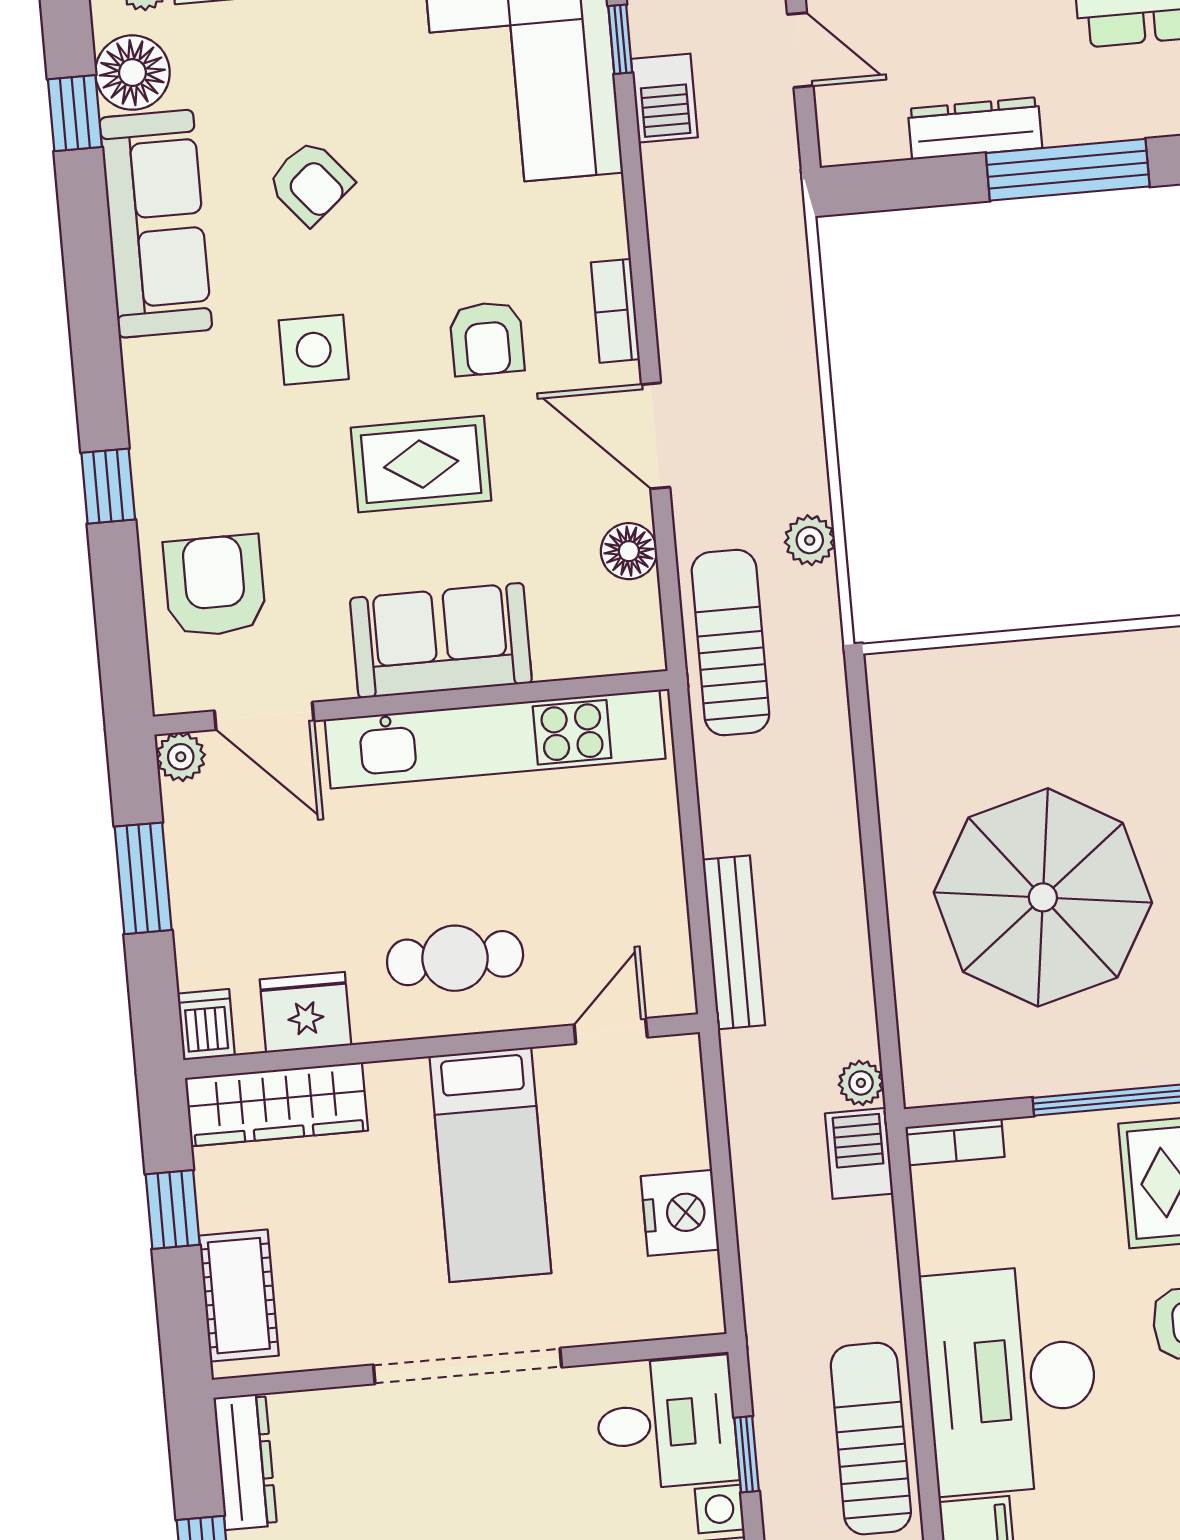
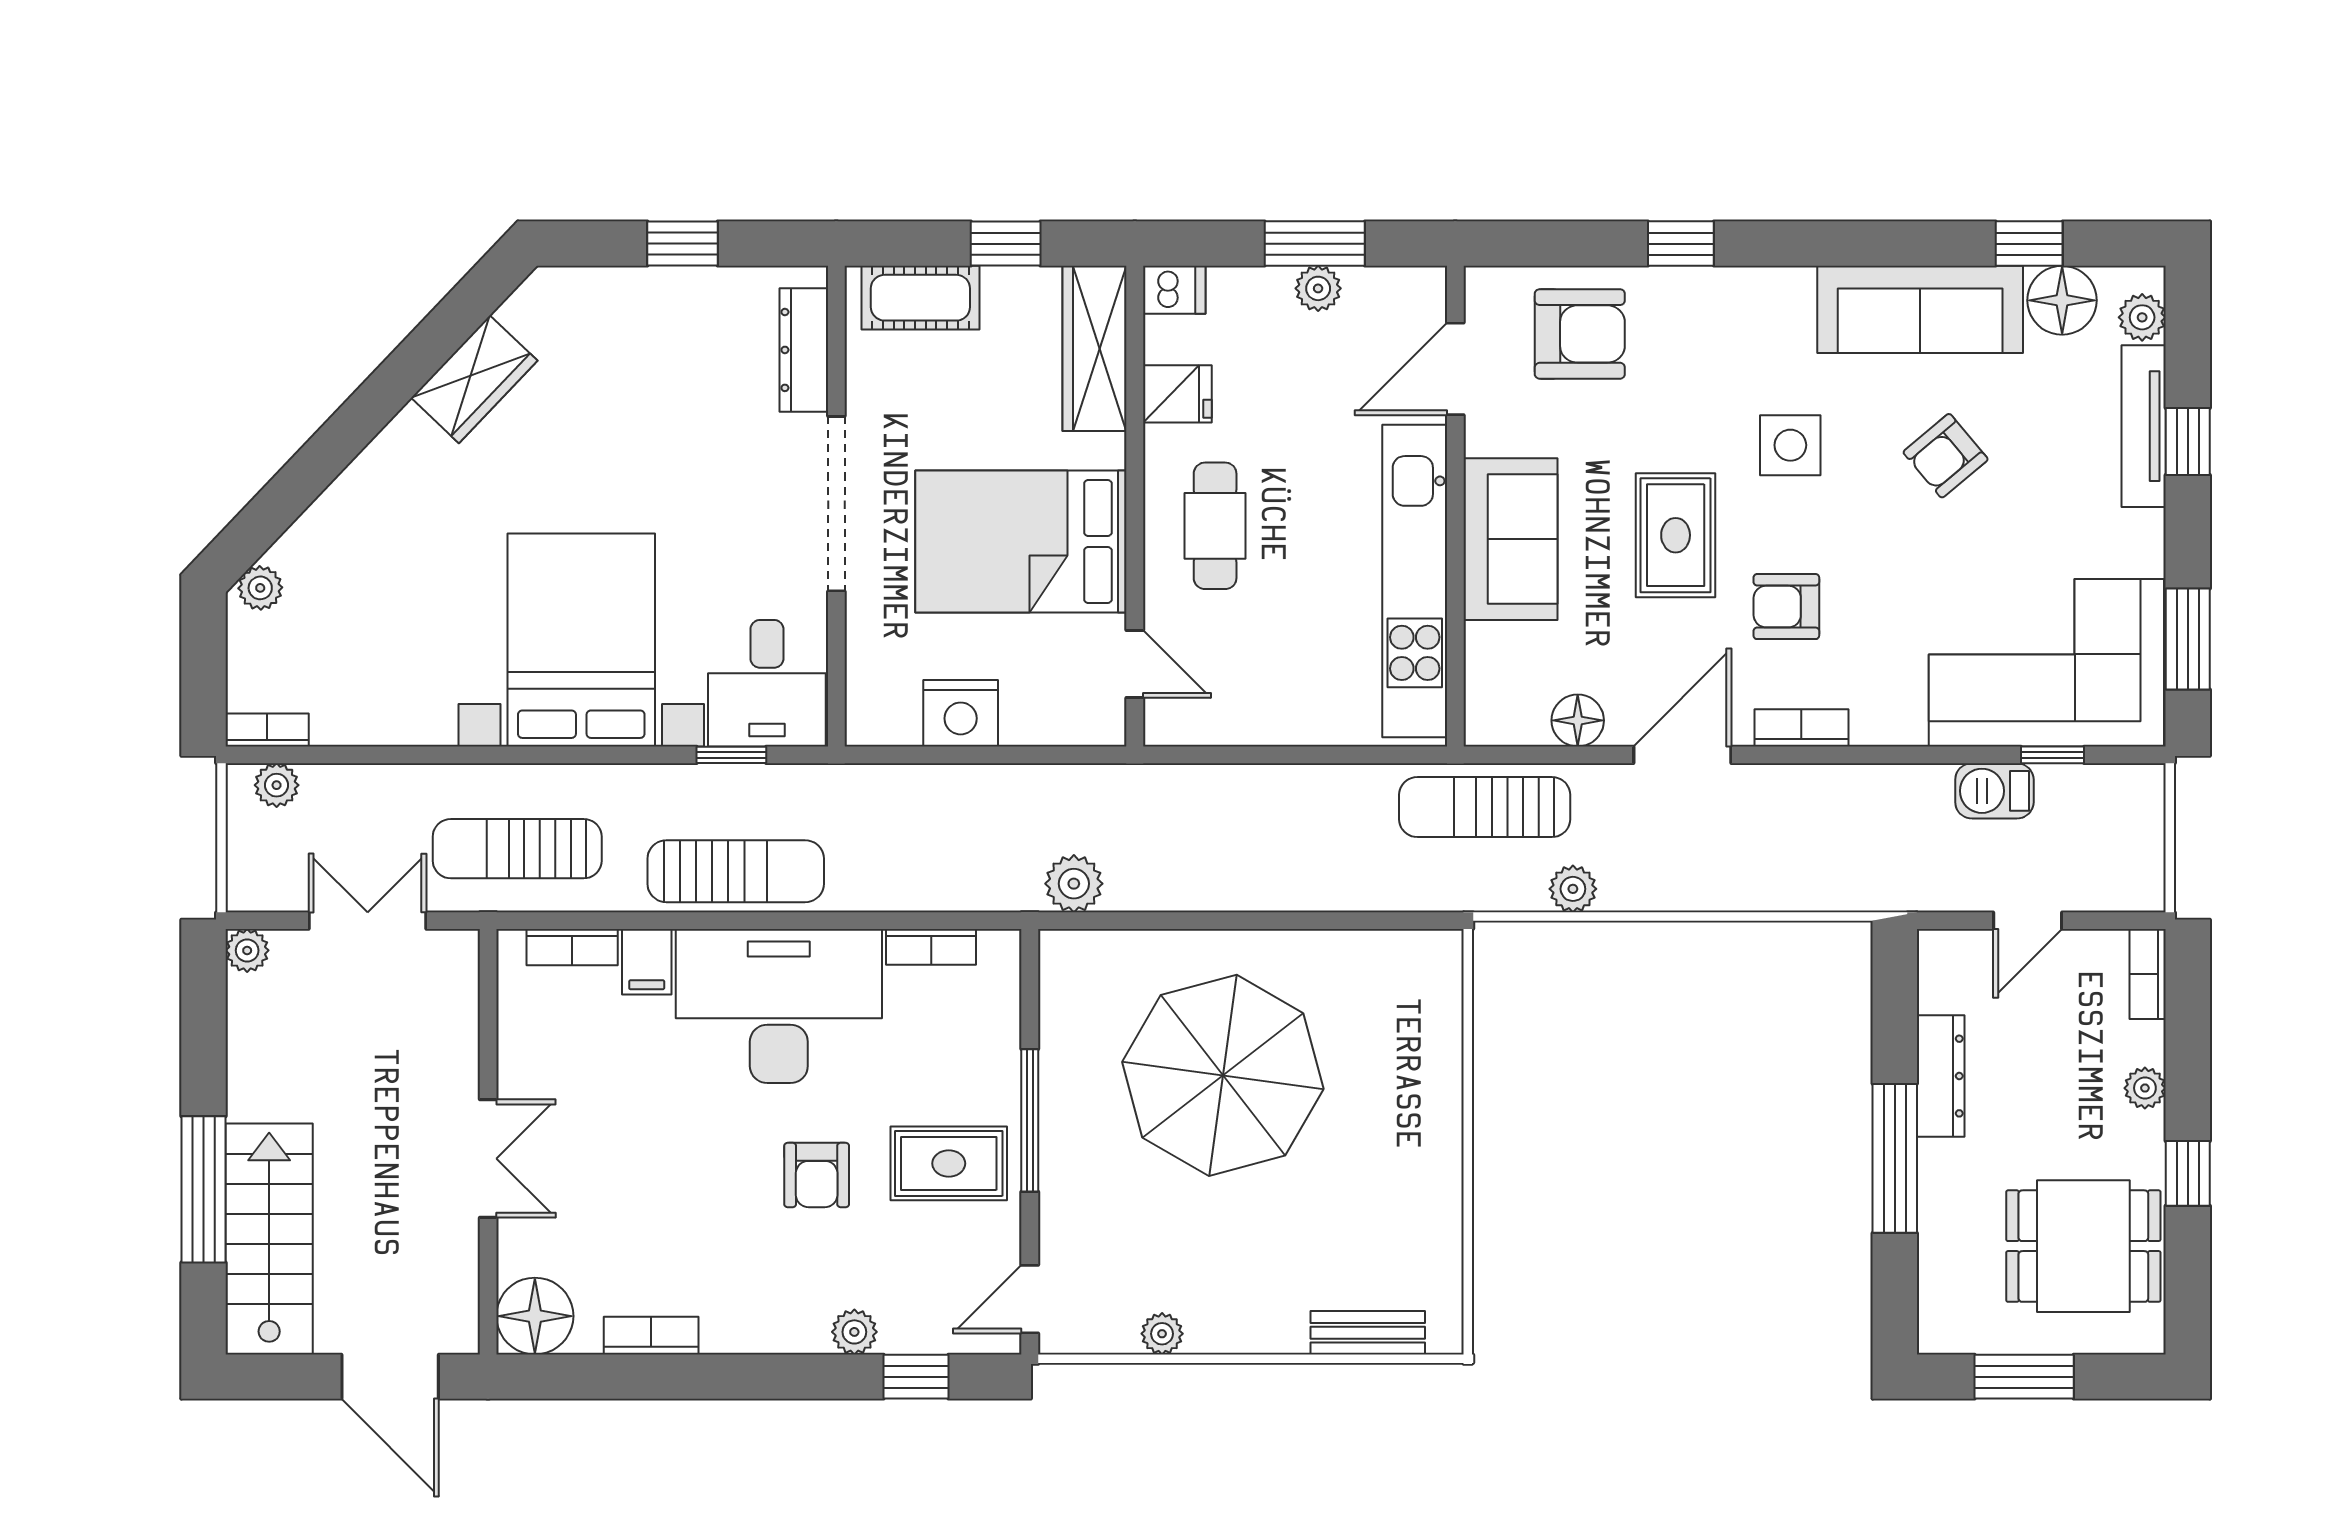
sun lounger: (730, 643) -> (1485, 807), turned 180
plant: (181, 757) -> (1318, 288), moved
bench: (734, 942) -> (1207, 785), removed
fridge: (305, 1012) -> (1177, 394), width x0.72
plant: (861, 1083) -> (1074, 884), width x1.38, depth x1.38
bookcase: (955, 1142) -> (931, 947), moved, turned -90
barbecue: (859, 1153) -> (1001, 884), removed
bed: (490, 1165) -> (1021, 541), width x1.50
dresser: (245, 1462) -> (804, 350), moved, turned 90

